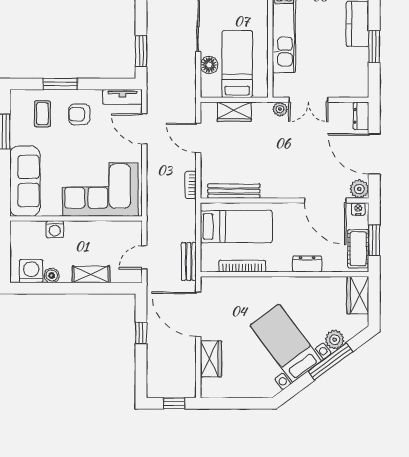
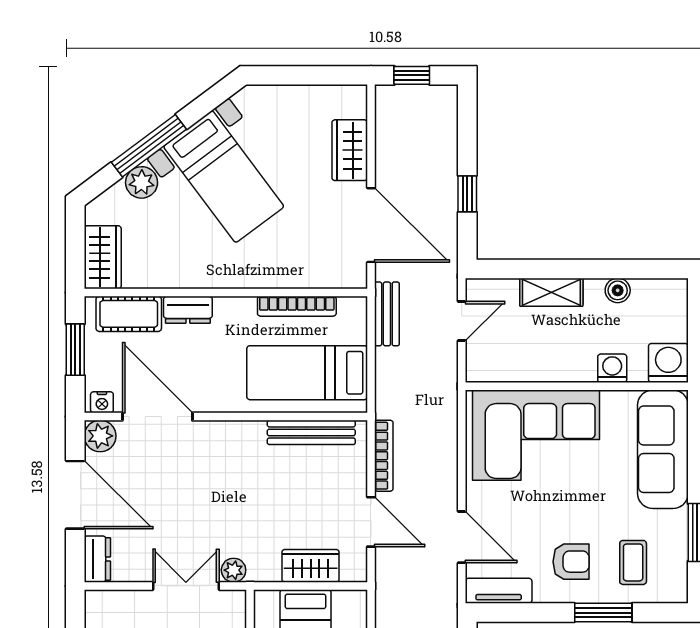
bookcase: (191, 185) -> (384, 456), width x1.56
cot: (358, 249) -> (129, 314), moved, turned 90
washing machine: (31, 271) -> (668, 363), moved, turned 180

